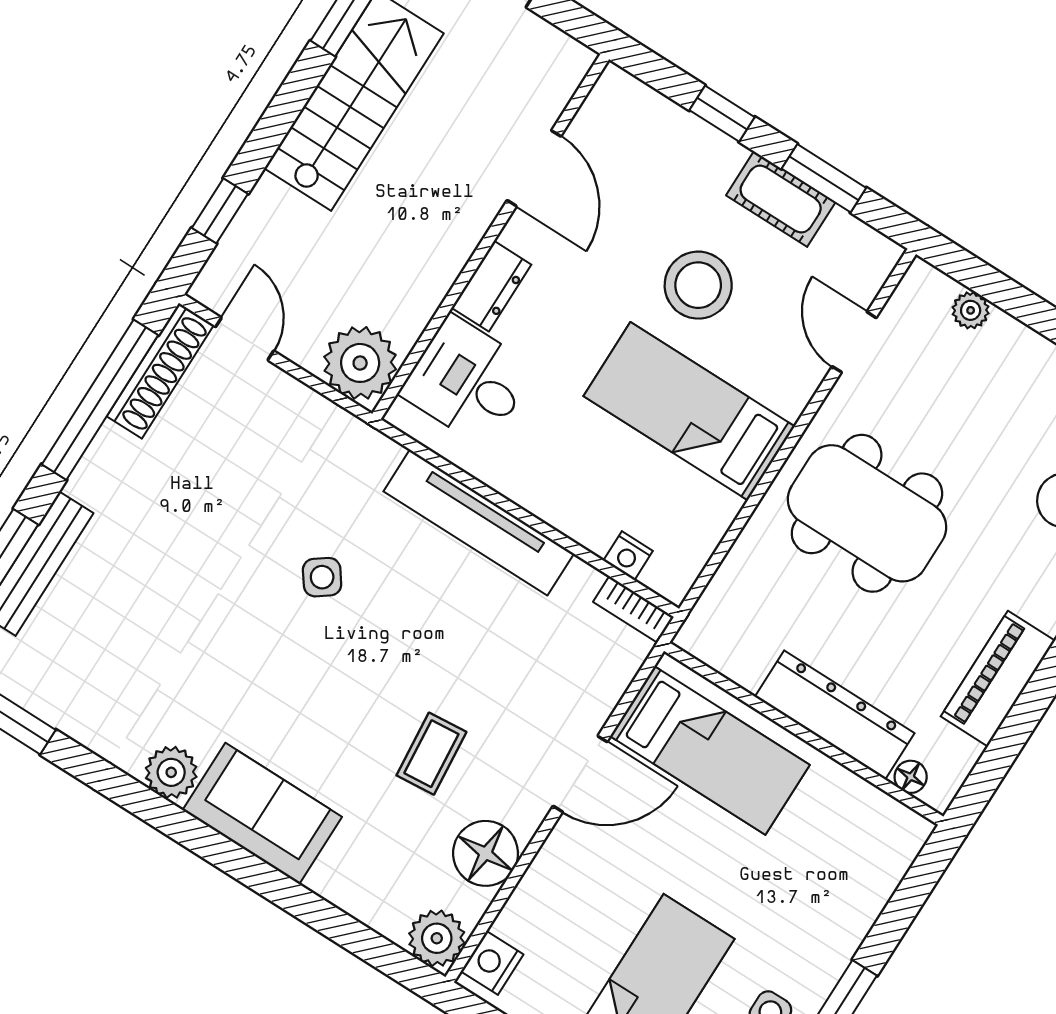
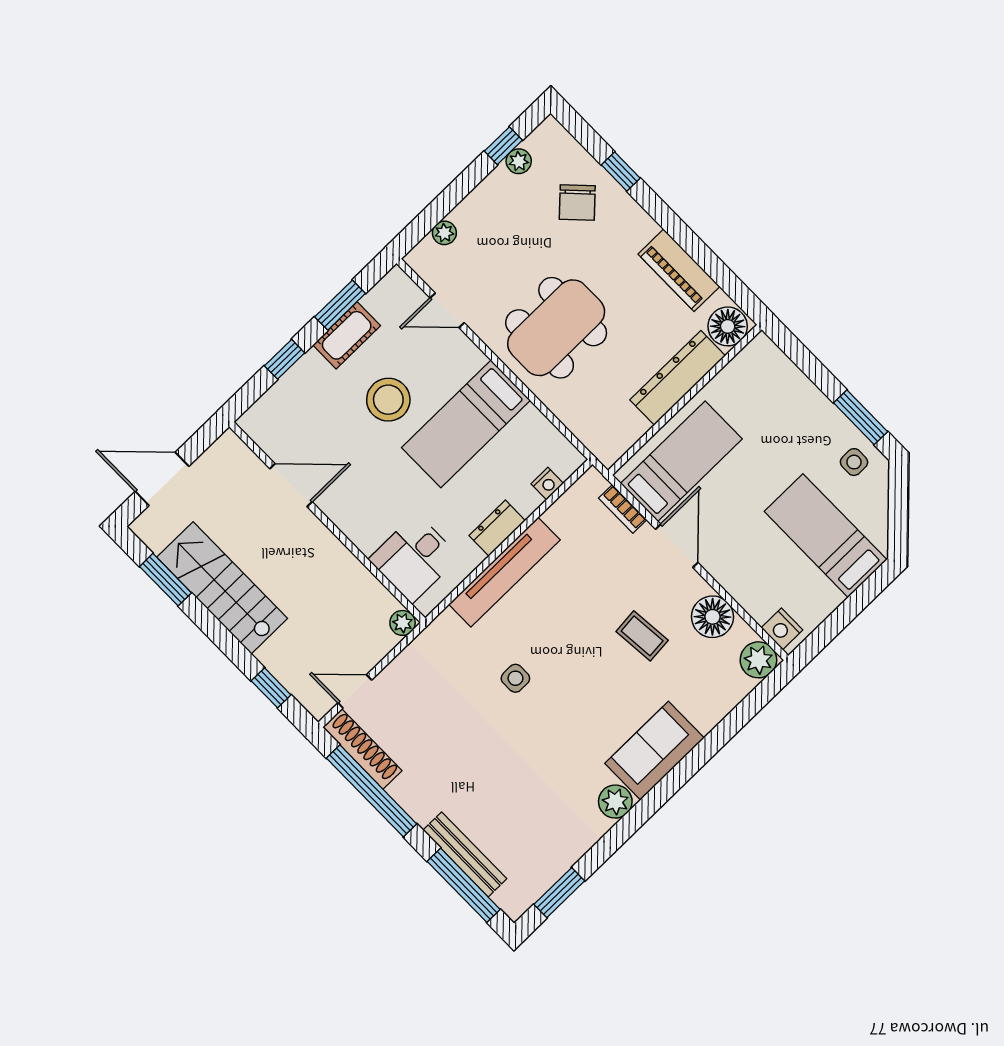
dresser: (491, 286) -> (497, 528), moved, turned -90
plant: (360, 363) -> (403, 623), width x0.53, depth x0.53
side table: (322, 577) -> (515, 678), turned 36
bookcase: (633, 609) -> (623, 509), moved, turned 90
floor lamp: (911, 777) -> (728, 326), width x1.89, depth x1.89

